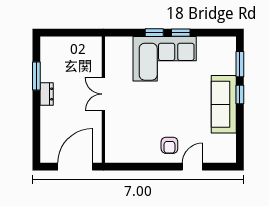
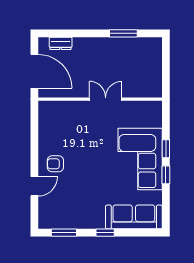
window: (240, 64) -> (64, 233), moved
dresser: (47, 94) -> (61, 43), moved
sofa: (224, 104) -> (134, 217), moved
door: (192, 167) -> (34, 186), hinge flipped

